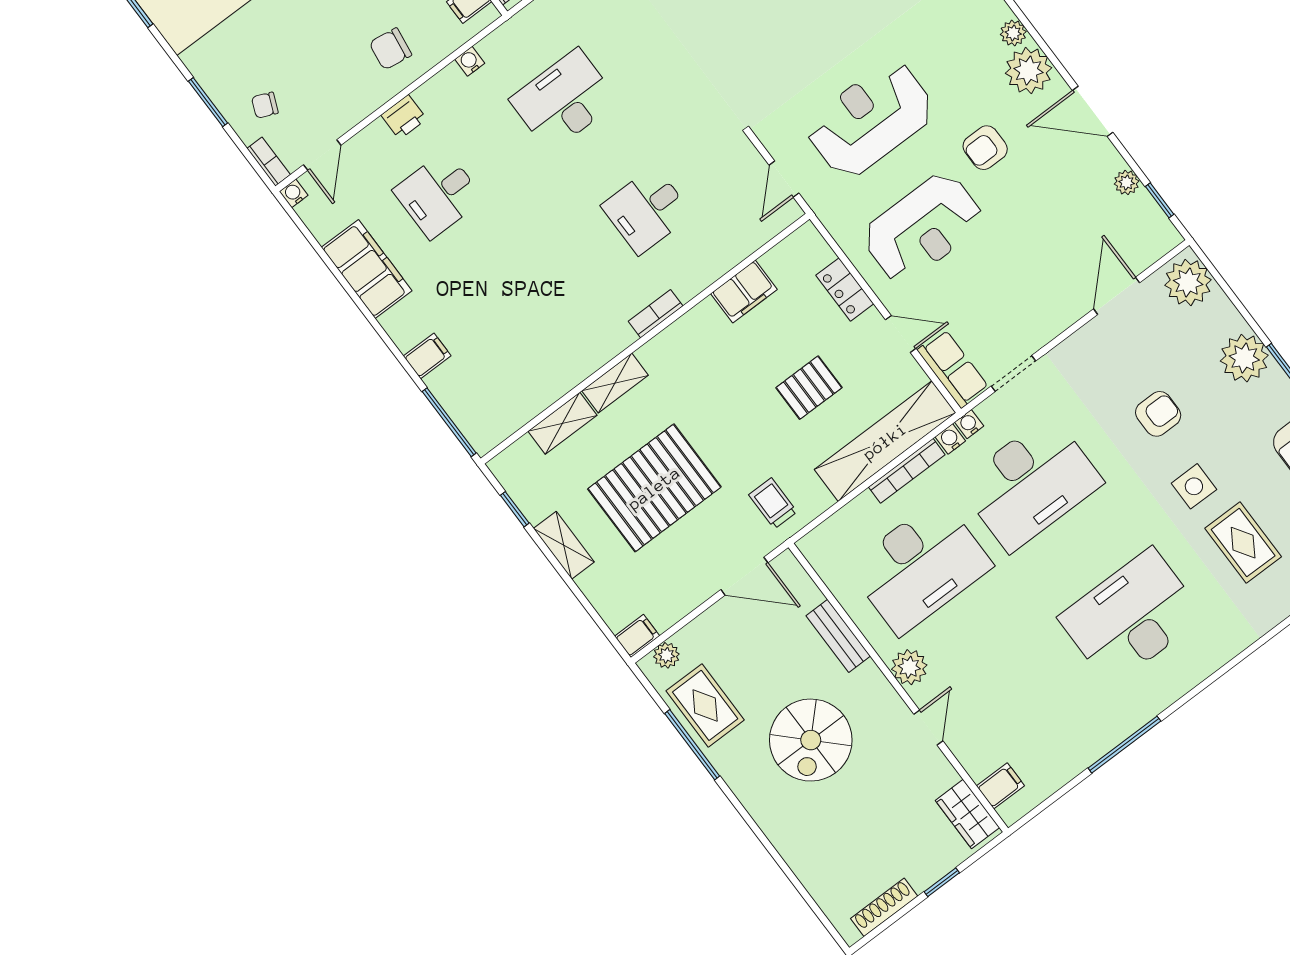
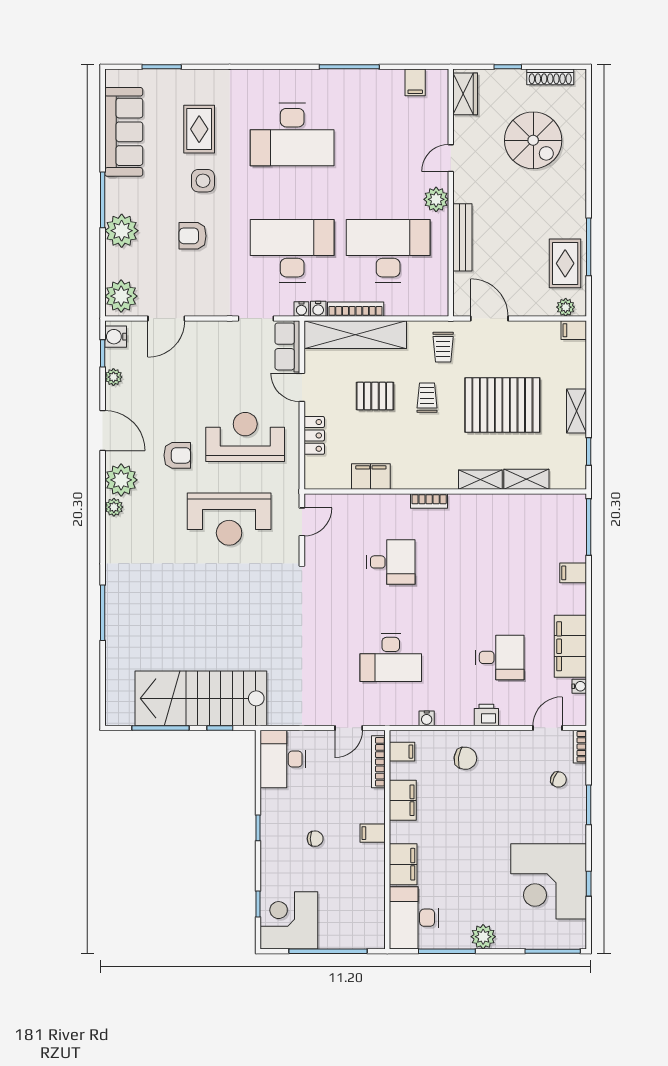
water cooler: (294, 193) -> (579, 686), moved, turned -90
water cooler: (1159, 231) -> (116, 337), added
trolley: (748, 431) -> (427, 398), added
bench: (838, 636) -> (462, 237), width x1.36
spiral stairs: (811, 740) -> (533, 140), moved, turned 90
filing cabinet: (1000, 786) -> (415, 82), moved, turned -90

